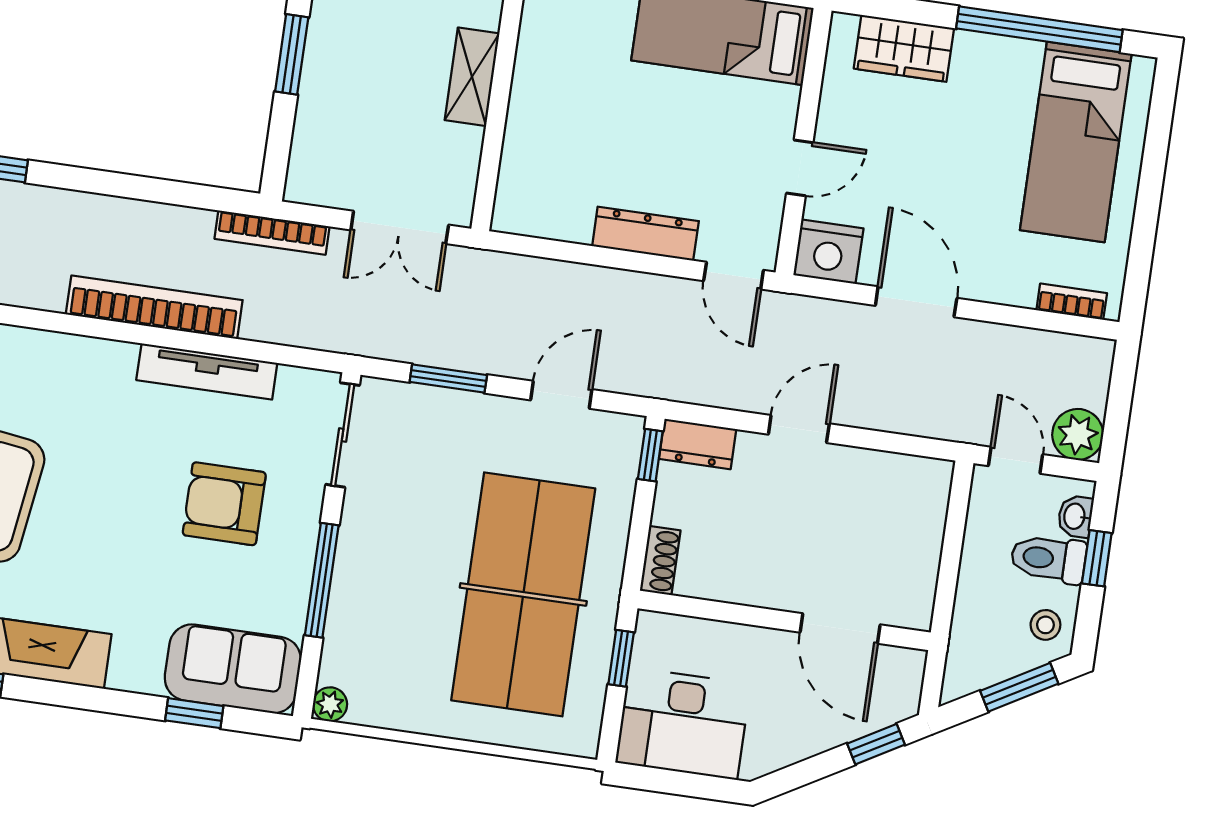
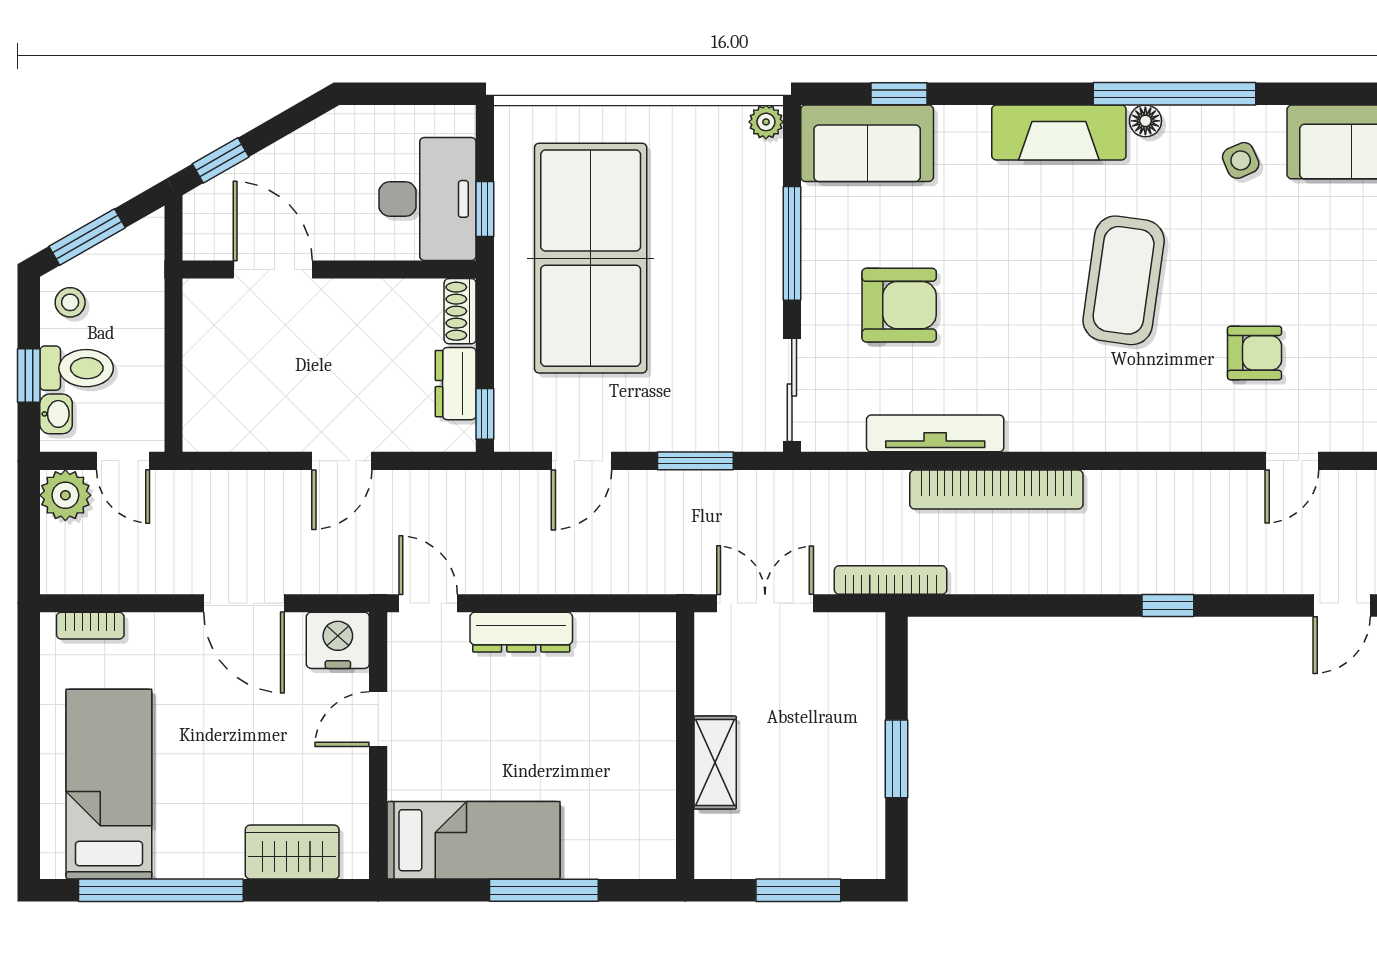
dresser: (698, 444) -> (456, 384), moved, turned -90
desk: (683, 723) -> (428, 199), moved, turned 90

